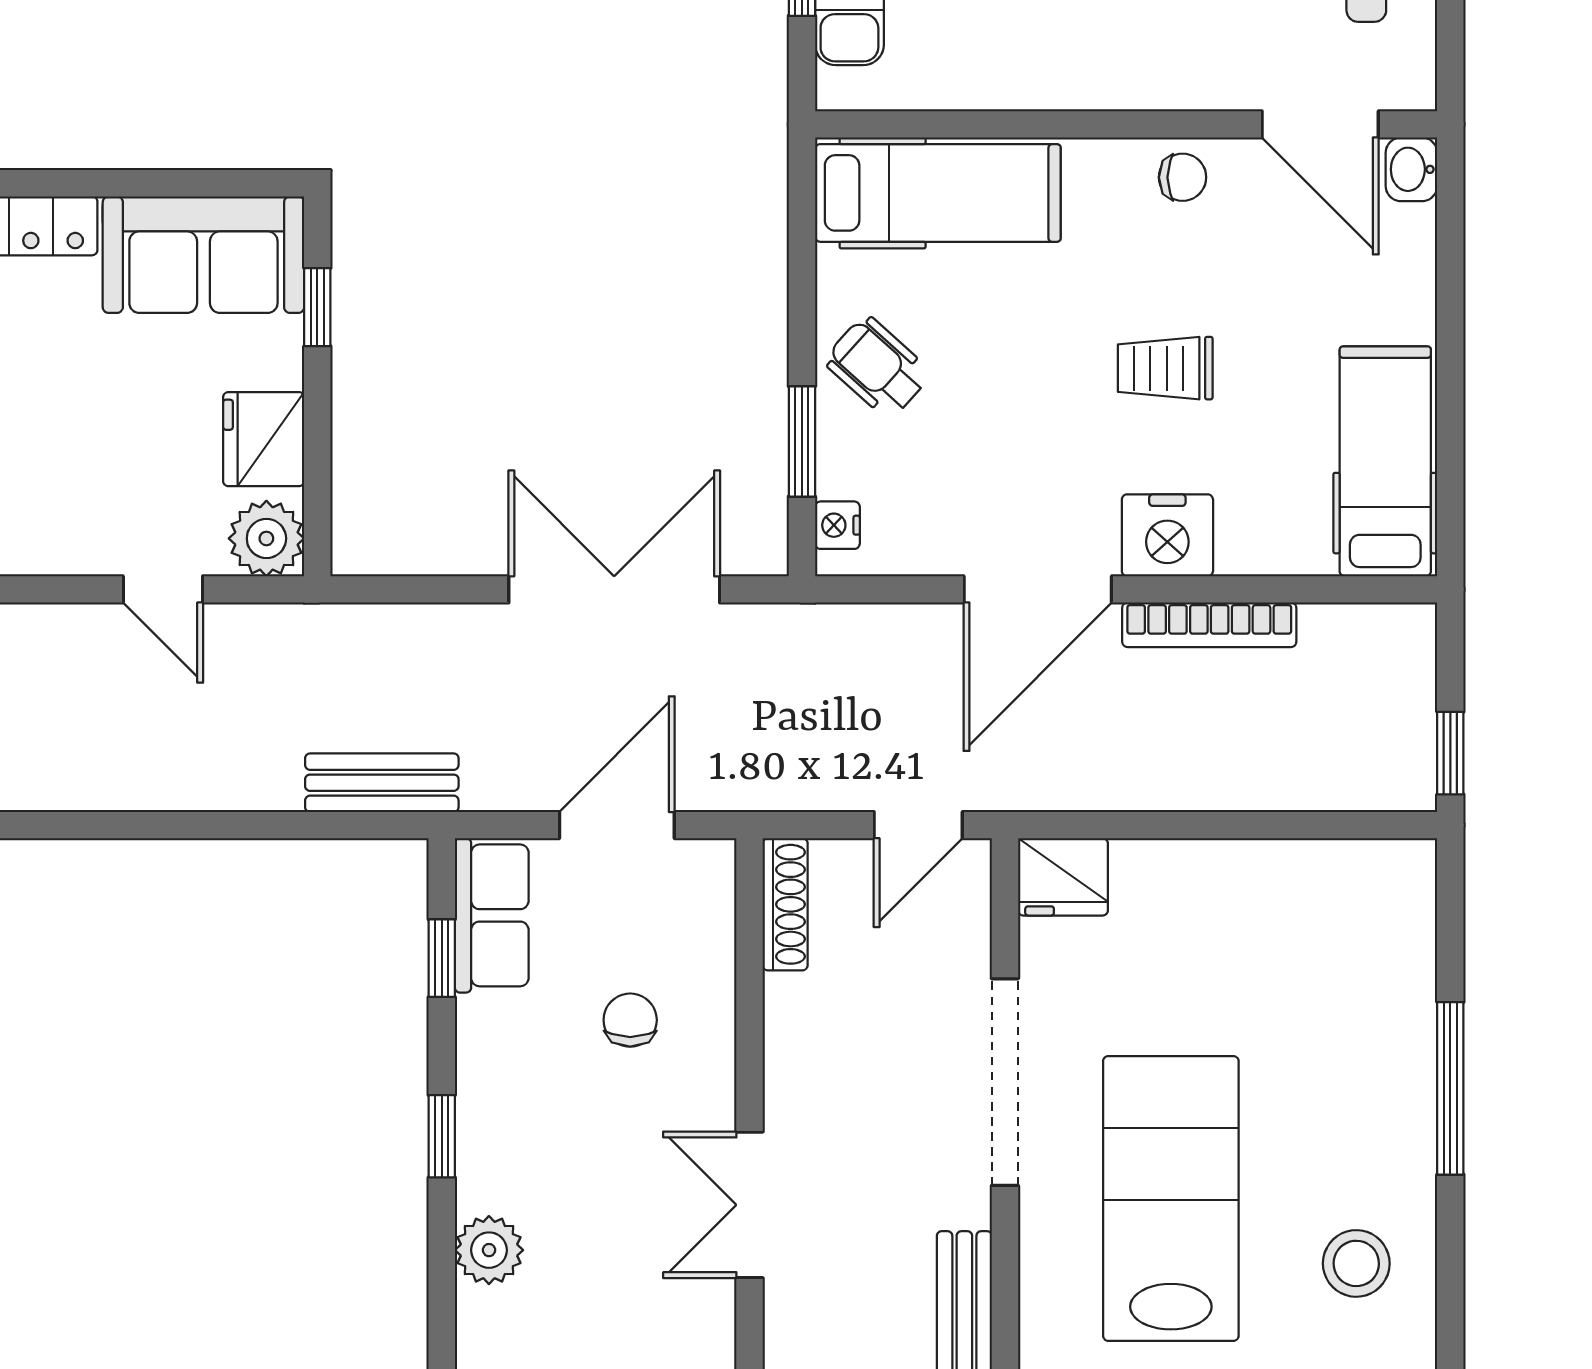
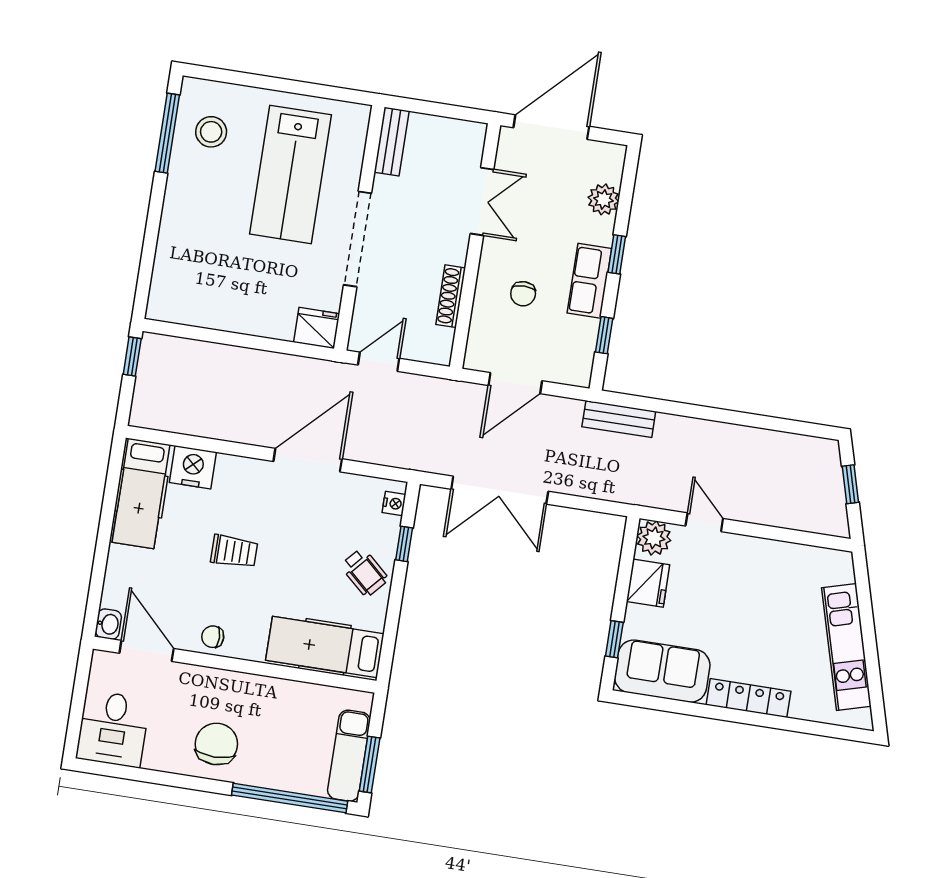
window: (802, 441) -> (404, 544), width x0.67
nightstand: (1167, 535) -> (193, 467), moved
bookcase: (1209, 625) -> (232, 432), removed
shoe rack: (785, 904) -> (451, 296), moved
row of seats: (492, 915) -> (589, 281), moved
window: (1450, 1088) -> (167, 133), moved

